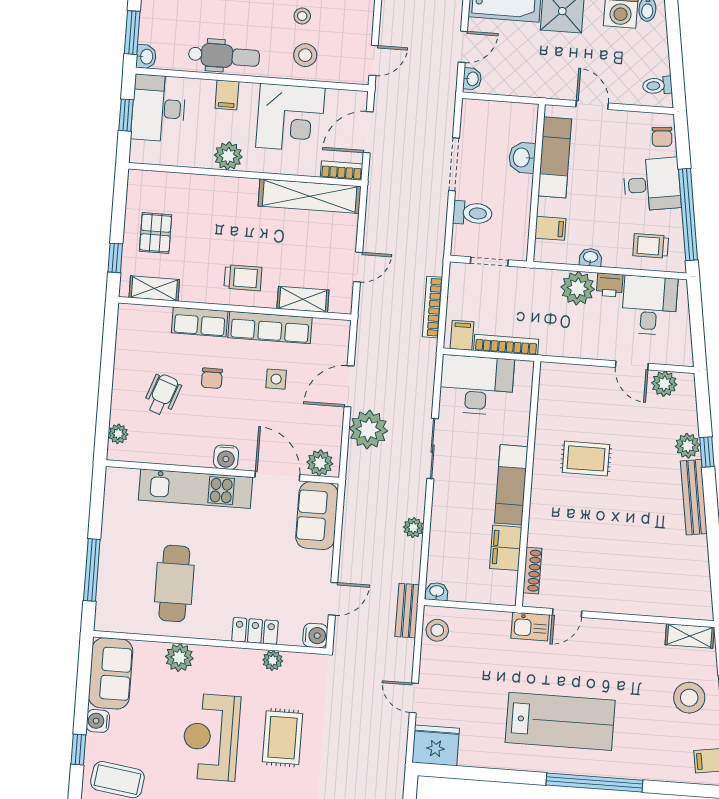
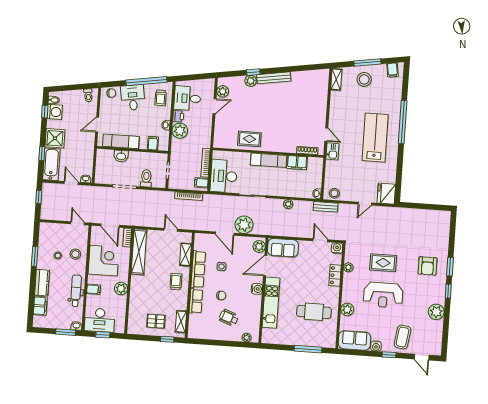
rug: (586, 458) -> (249, 139), moved, turned 90

